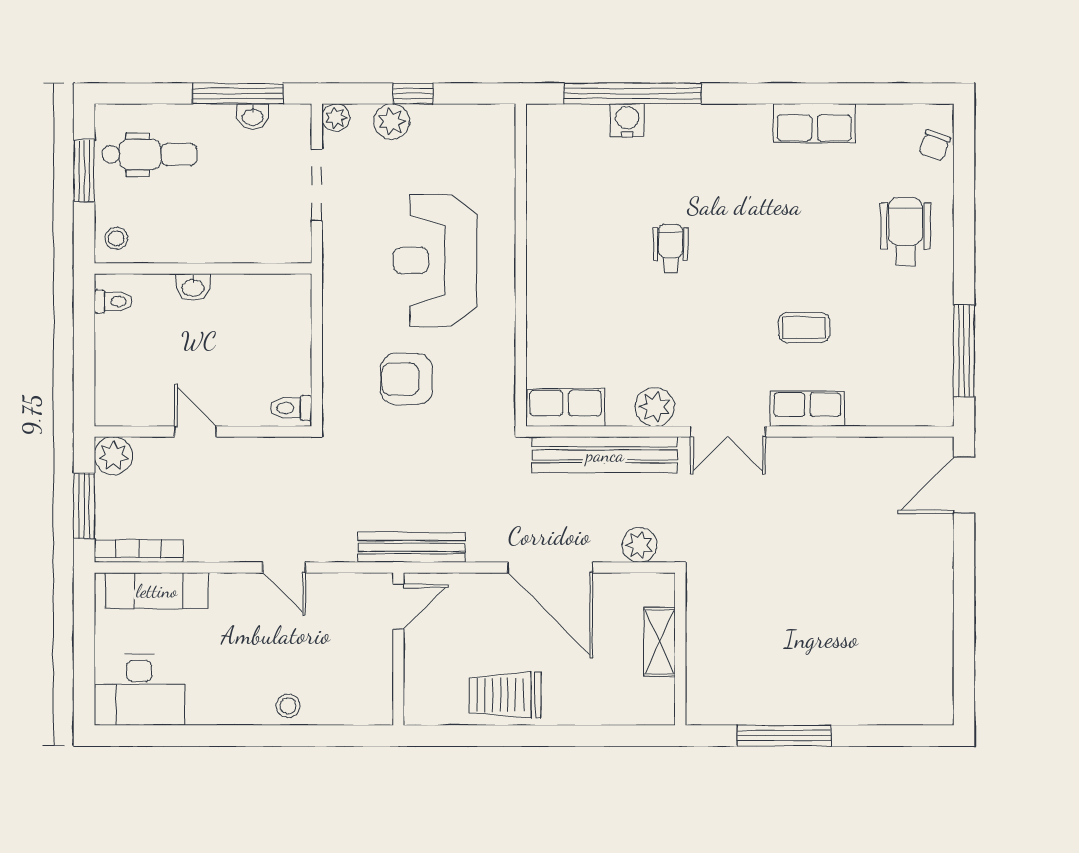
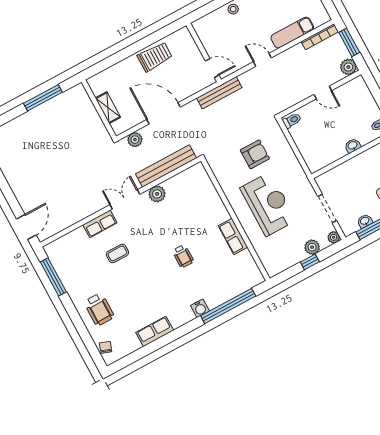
water cooler: (627, 120) -> (200, 308), moved
row of seats: (566, 408) -> (233, 236), moved, turned 90
exam couch: (157, 591) -> (292, 33), moved
door: (398, 607) -> (212, 68), swing flipped

